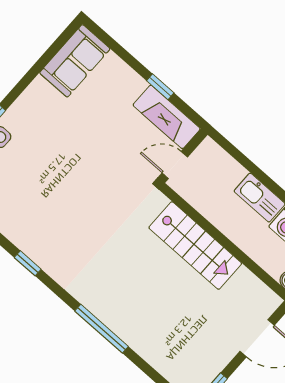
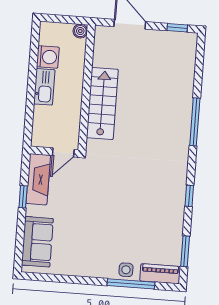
sofa: (75, 61) -> (37, 242), moved, turned 90
door: (175, 165) -> (63, 152), hinge flipped

